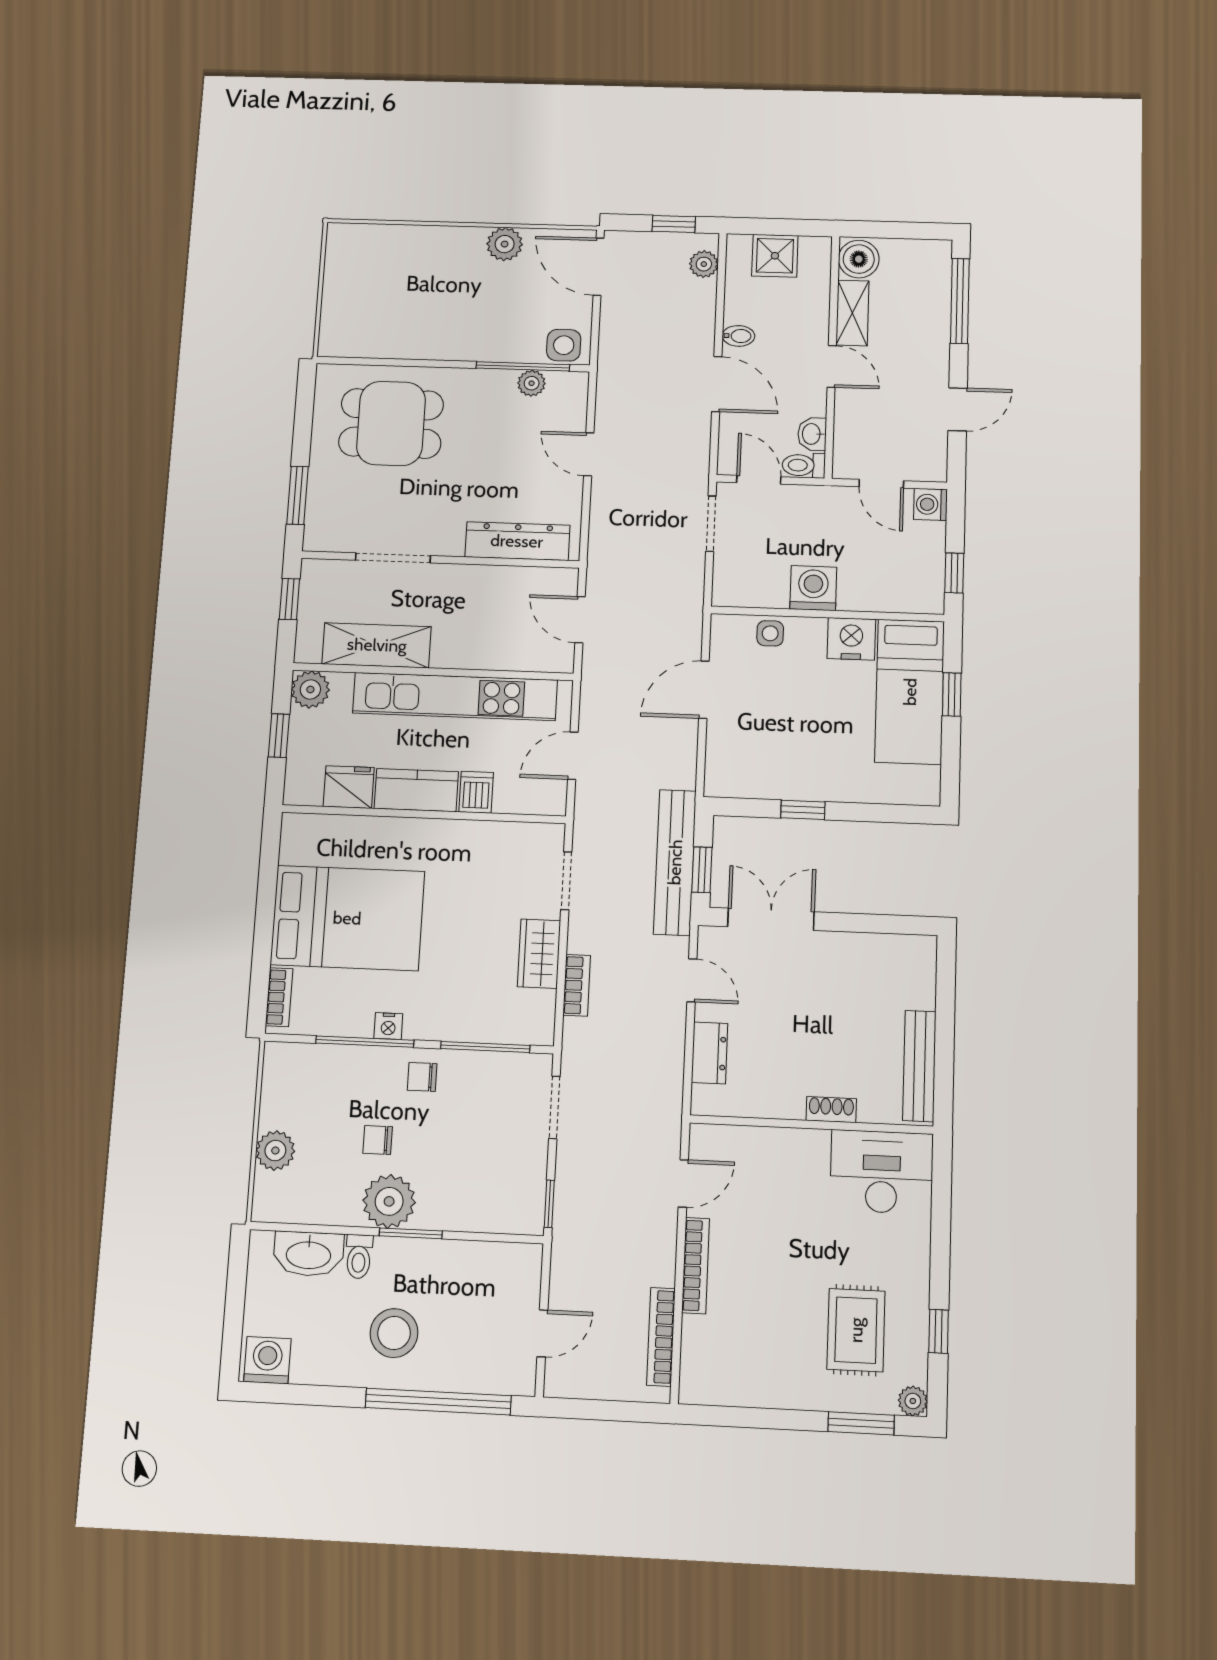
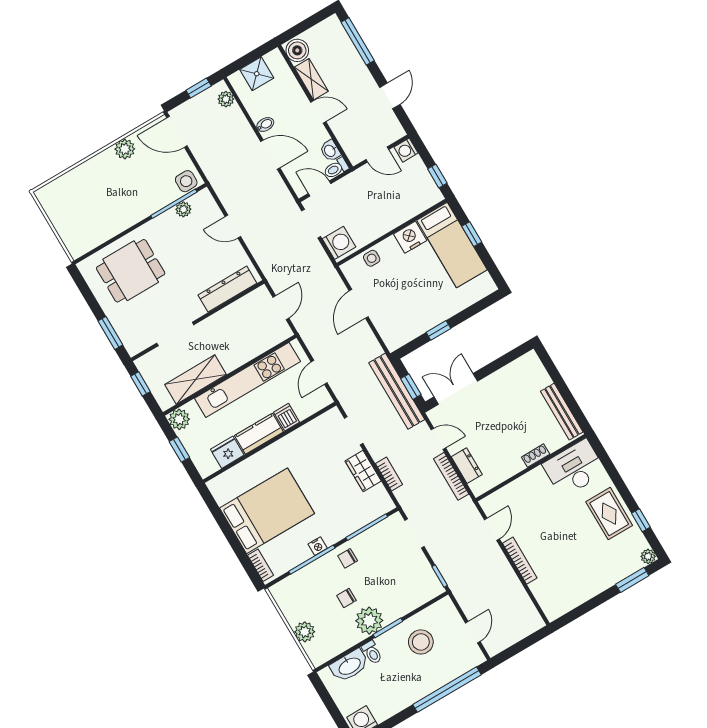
washing machine: (813, 588) -> (339, 243), moved, turned 90
door: (580, 620) -> (281, 308), swing flipped
rug: (856, 1330) -> (609, 514), moved
stool: (394, 1333) -> (421, 642), moved
bookcase: (661, 1337) -> (451, 476), moved

